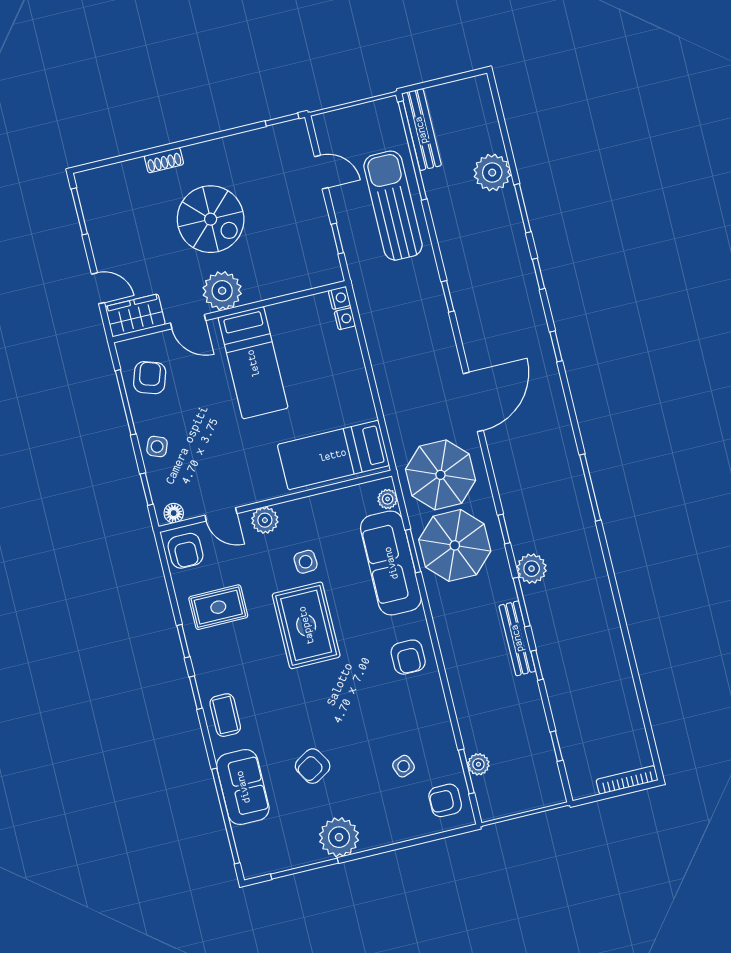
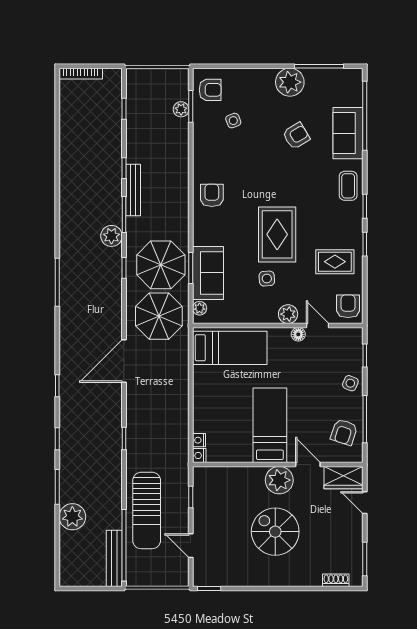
shoe rack: (164, 160) -> (336, 580), moved
floor lamp: (174, 513) -> (298, 334), moved
sofa: (391, 563) -> (208, 273), width x0.73

